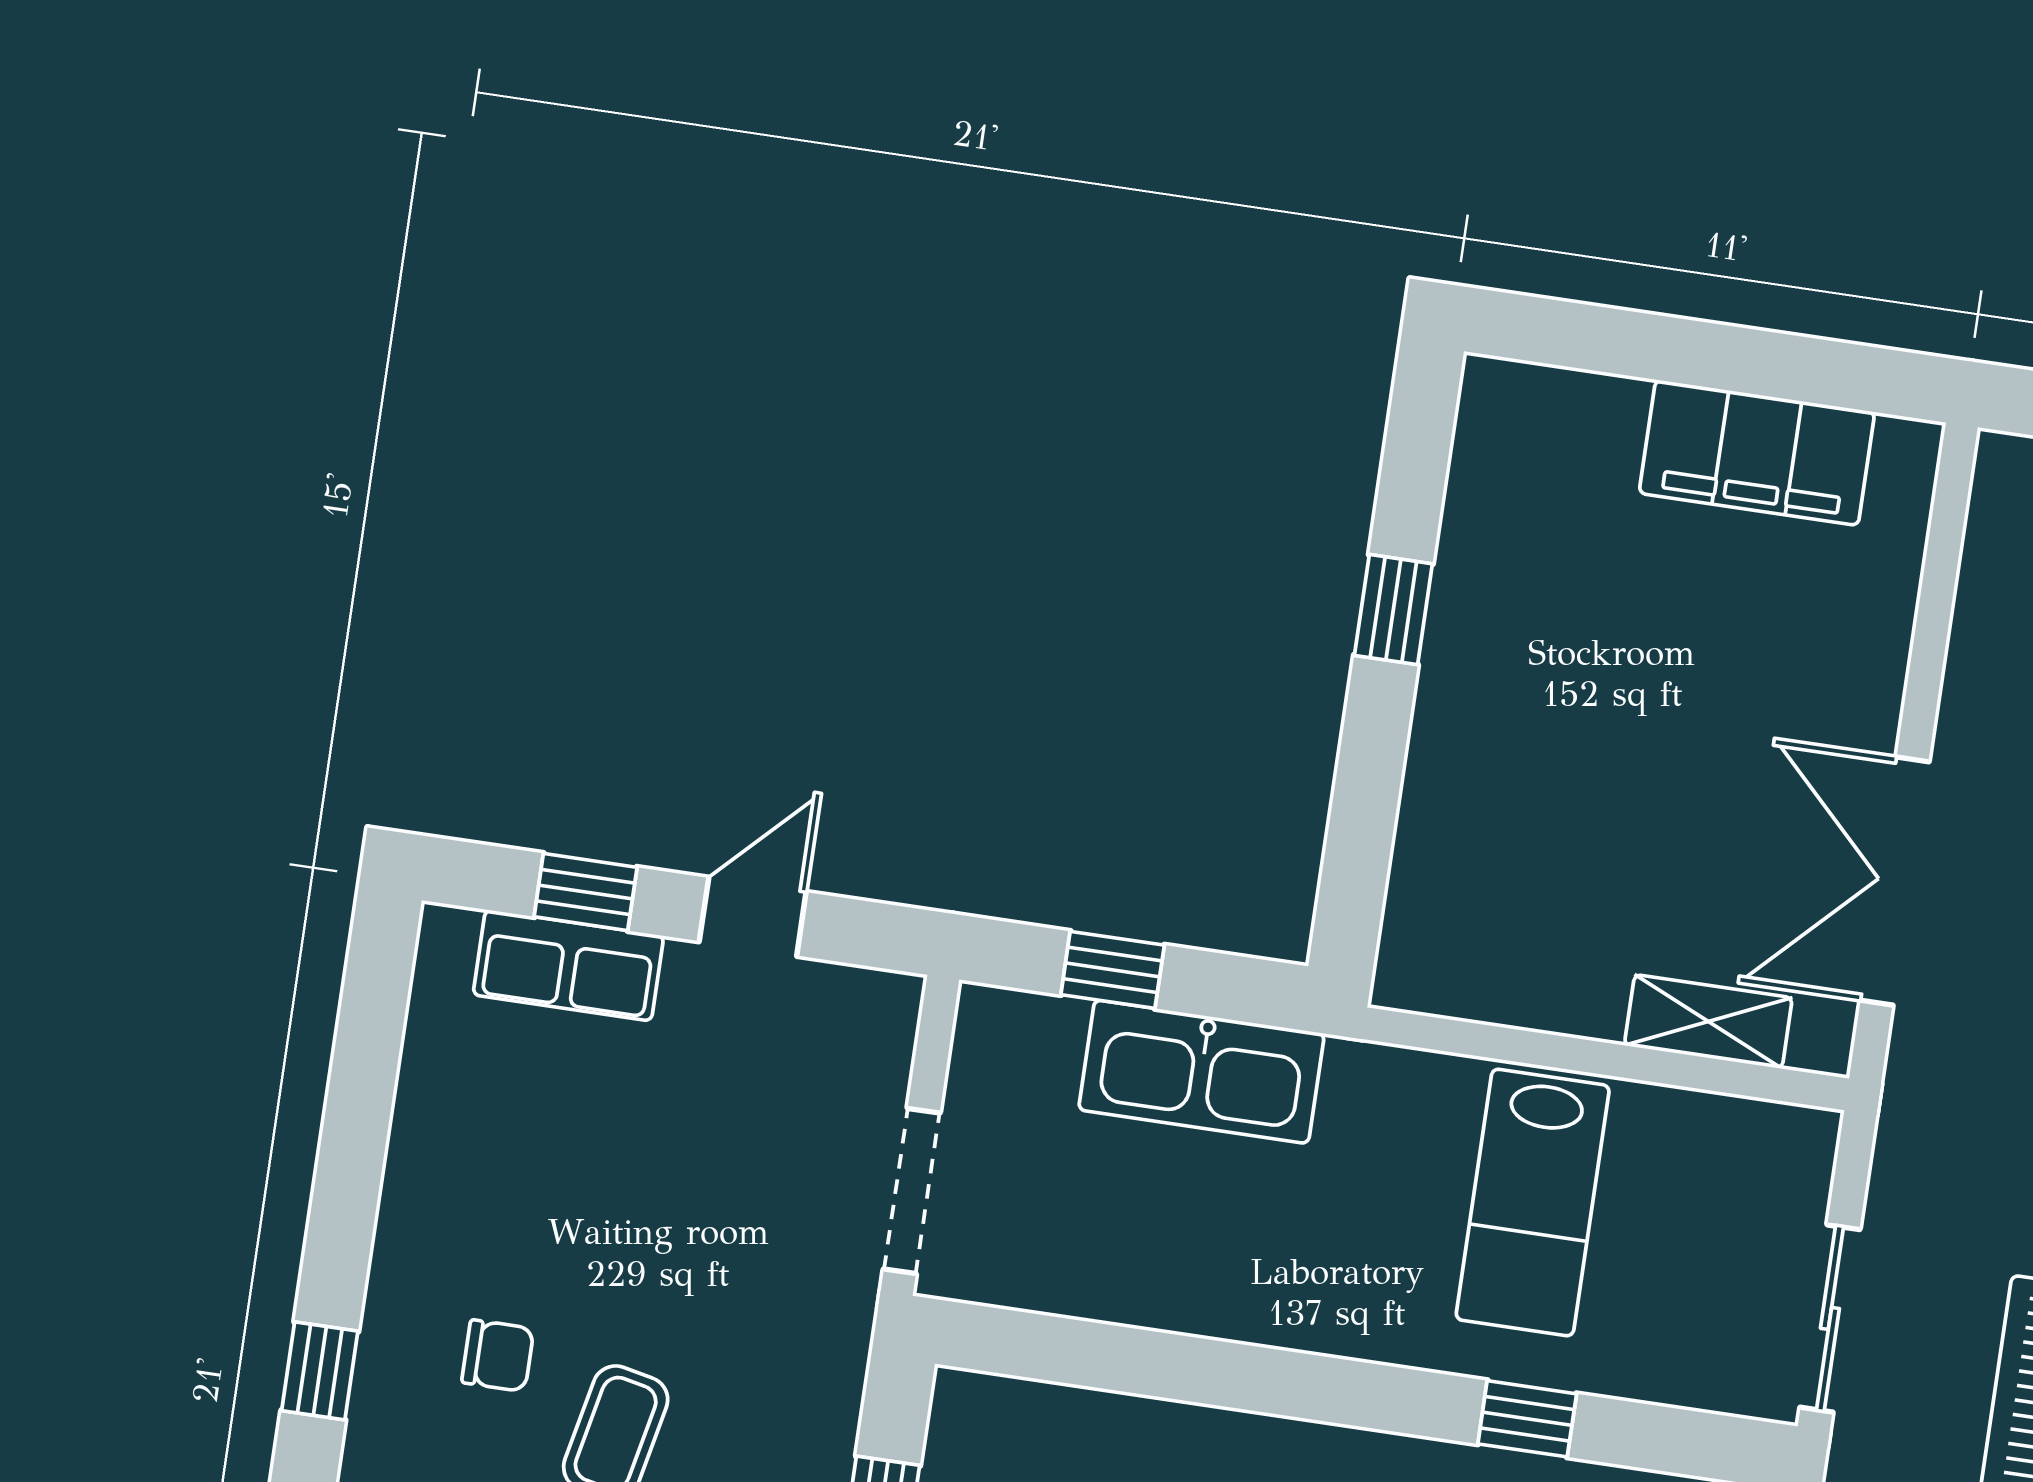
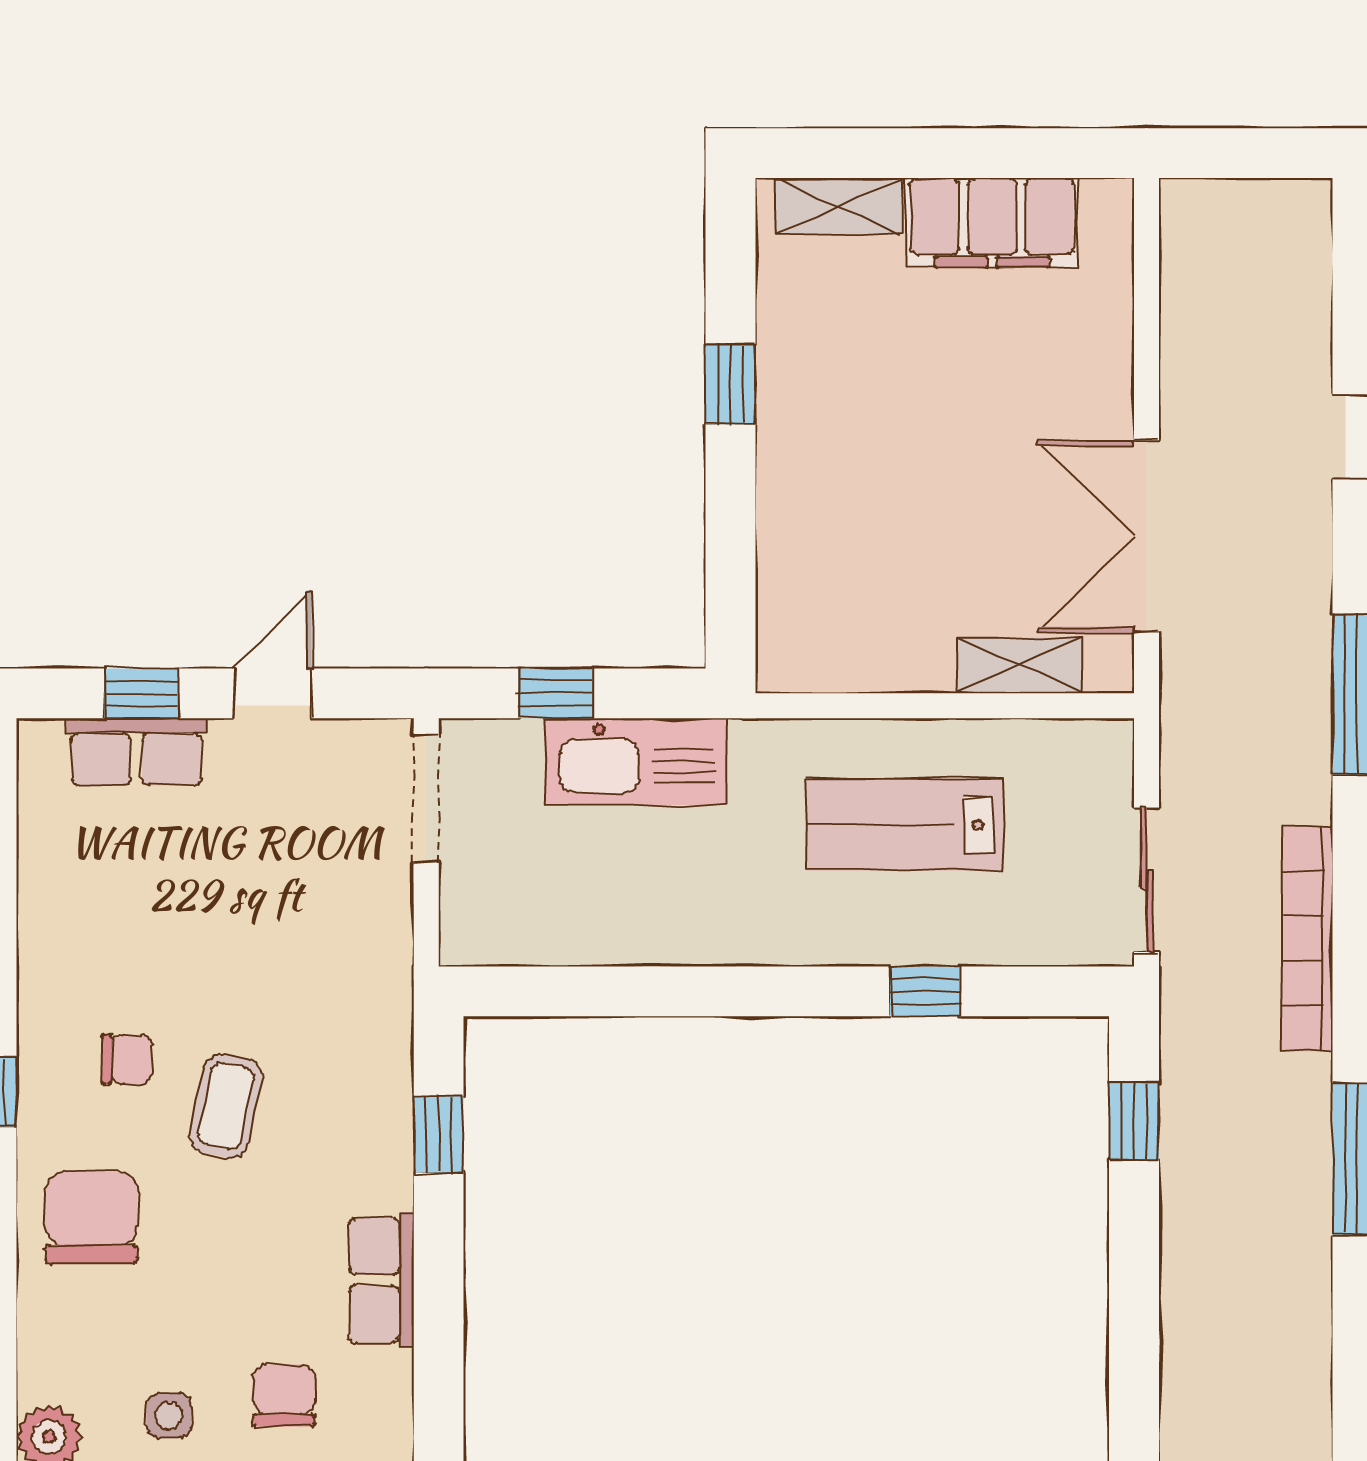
shelving: (1564, 403) -> (838, 206), added
doorway: (912, 1191) -> (426, 799), moved
lab bench: (1533, 1203) -> (905, 825), turned 90

